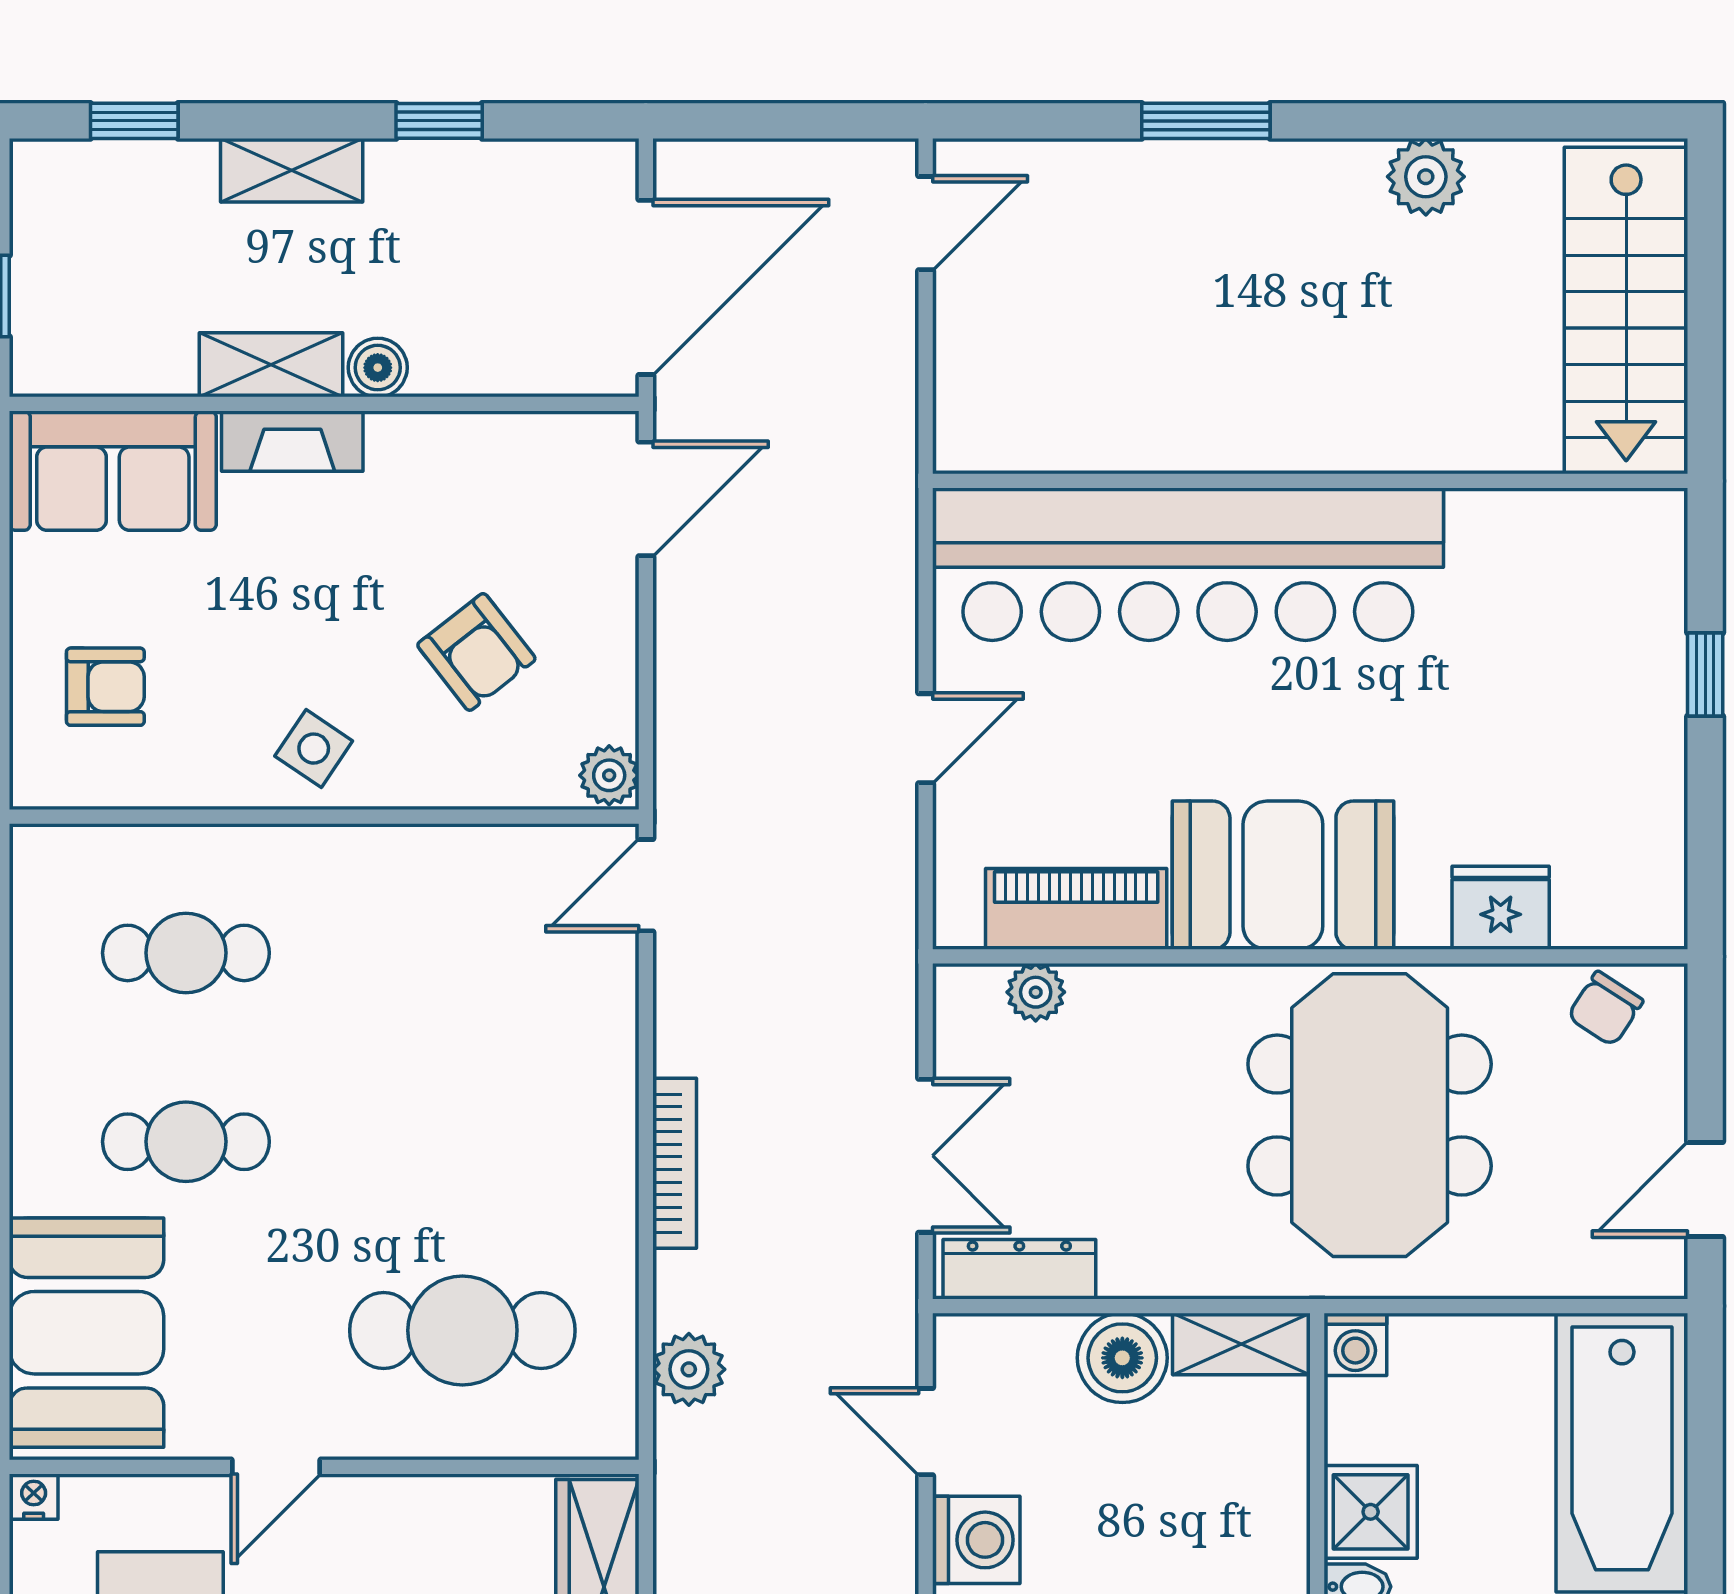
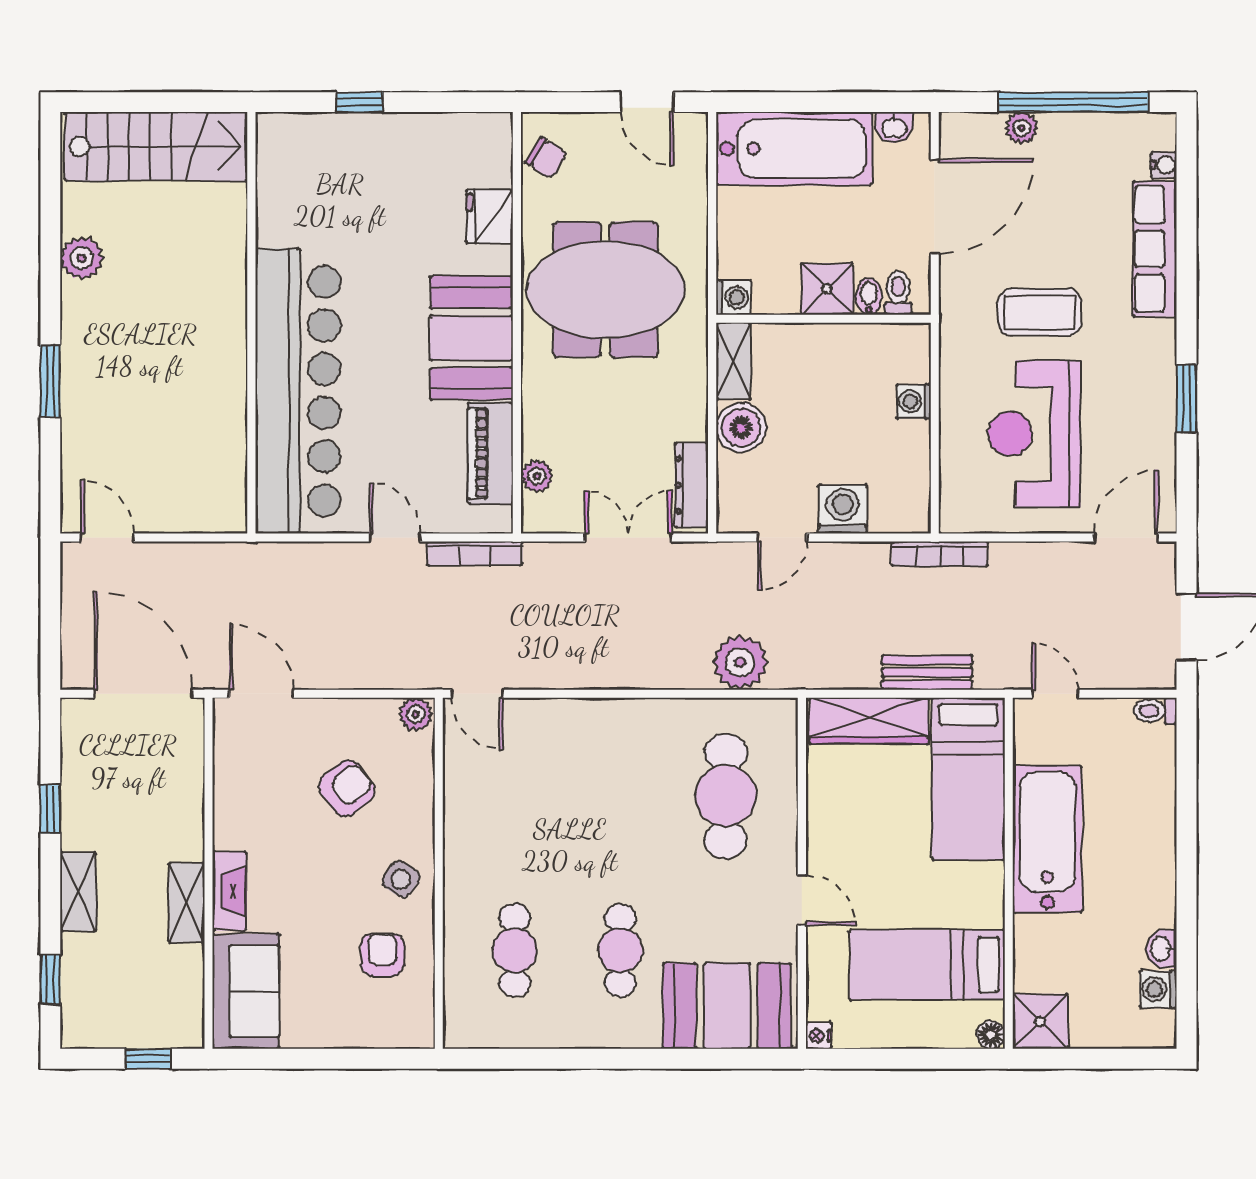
boiler: (378, 368) -> (188, 843), removed
armchair: (105, 687) -> (382, 955), moved
bookcase: (675, 1163) -> (475, 554), moved, turned 180
plant: (689, 1369) -> (740, 662), width x1.36, depth x1.36

